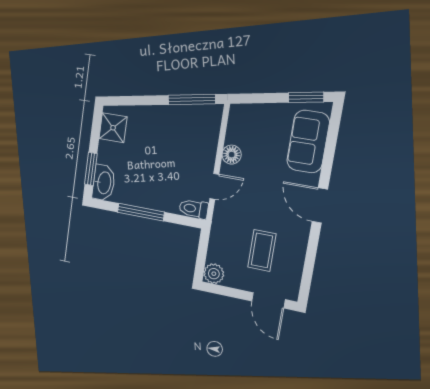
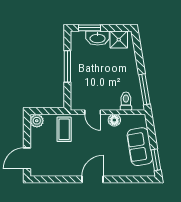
sofa: (308, 142) -> (140, 147), moved, turned -99
washbasin: (104, 183) -> (98, 38), moved
toilet: (194, 209) -> (126, 101), moved
coffee table: (262, 250) -> (64, 129), moved, turned 90

